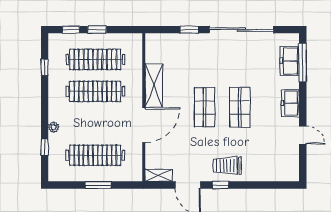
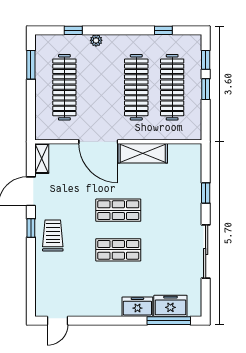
sliding door: (241, 30) -> (206, 252), width x0.73
freezer: (290, 103) -> (137, 307), moved
door: (303, 135) -> (58, 321), moved
window: (98, 185) -> (31, 65), moved

